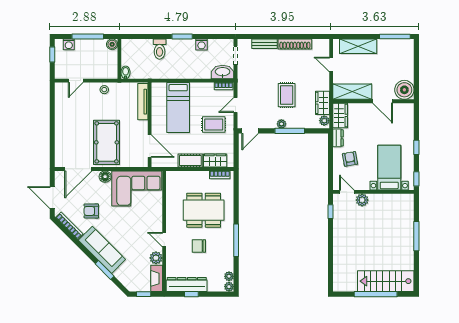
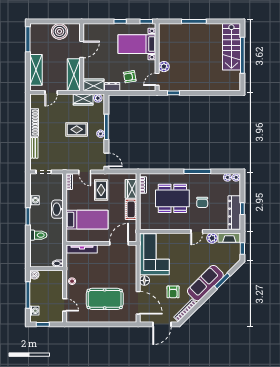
washbasin: (223, 72) -> (57, 209), moved
boiler: (404, 90) -> (59, 31), moved
pool table: (107, 142) -> (105, 299), moved
dining table: (204, 210) -> (172, 198), turned 90

